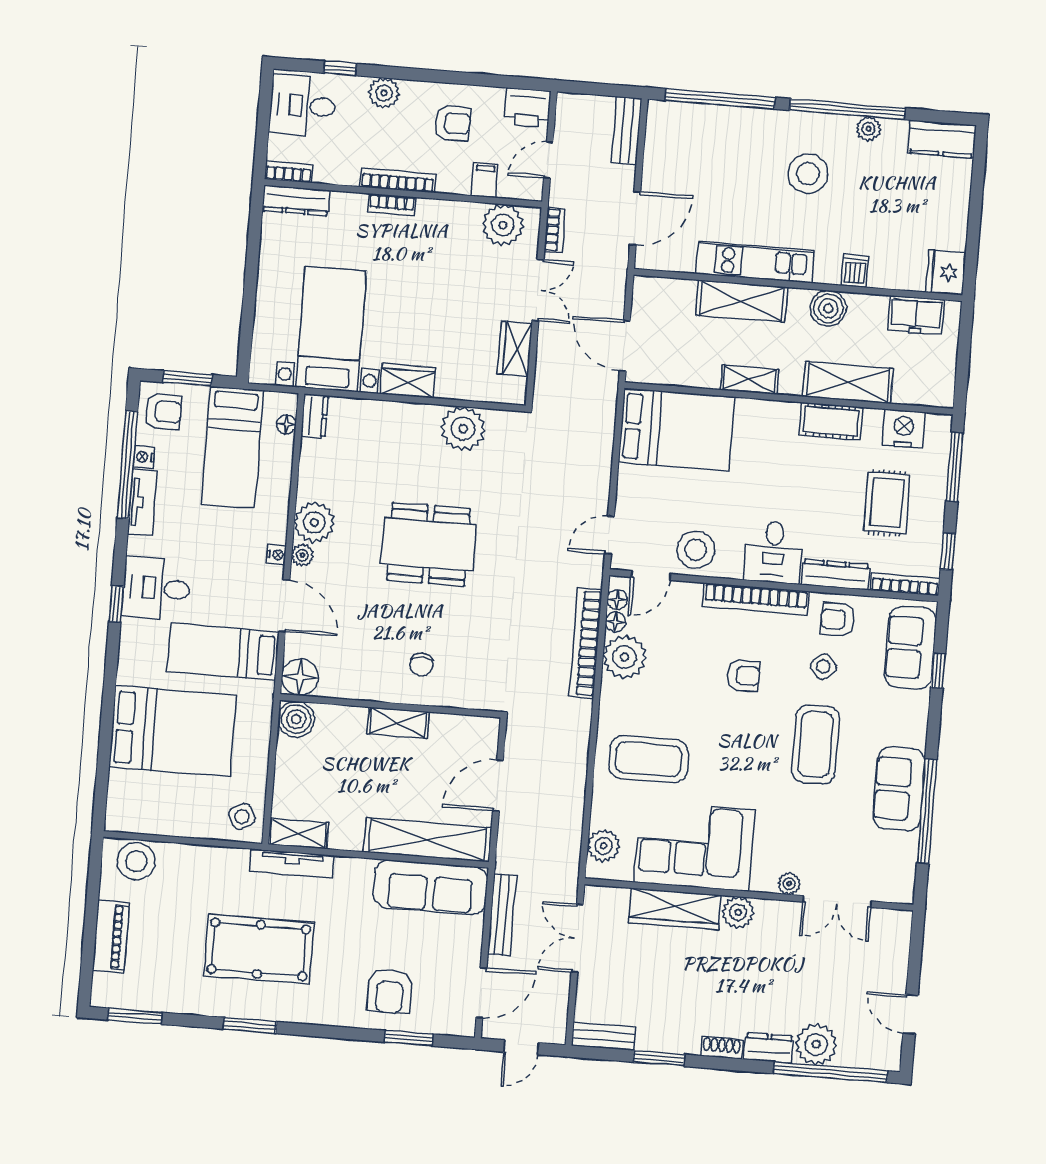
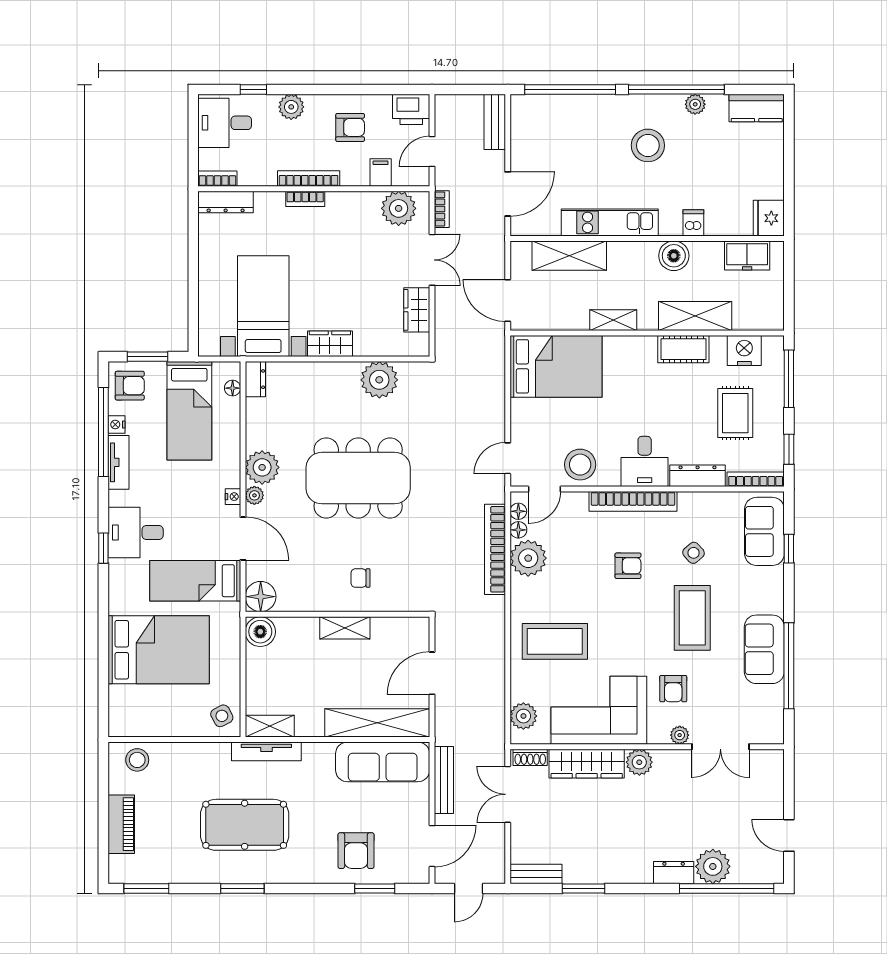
shelving: (742, 301) -> (569, 256), moved
dining table: (428, 544) -> (358, 478), width x1.36, depth x1.24
armchair: (838, 619) -> (673, 689), moved, turned -90
chair: (421, 665) -> (360, 578), turned 90
stool: (136, 861) -> (137, 760), width x0.73, depth x0.73
shoe rack: (722, 1048) -> (530, 757), moved, turned 180

